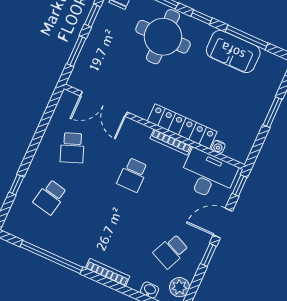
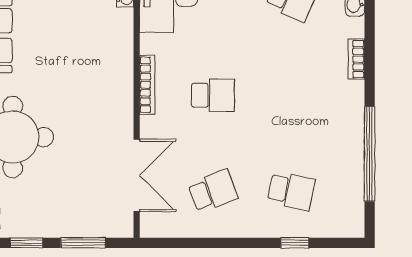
locker: (182, 126) -> (120, 58), removed
bookcase: (171, 142) -> (147, 85), moved
bookcase: (108, 272) -> (356, 59), width x0.64

